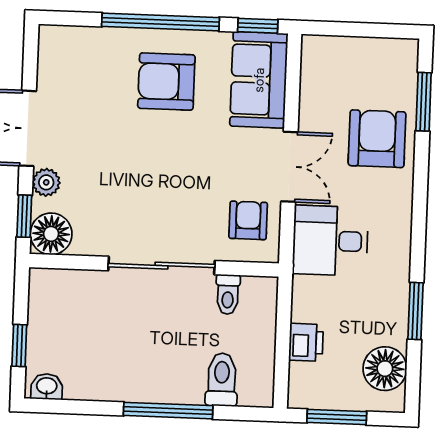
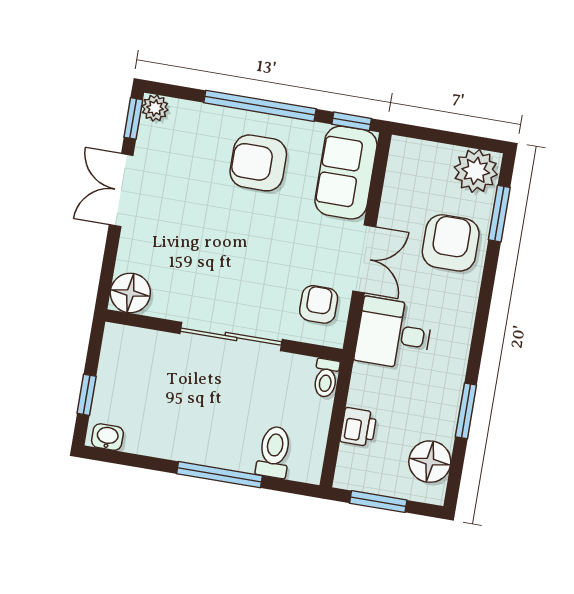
plant: (393, 61) -> (476, 171), added
plant: (46, 182) -> (155, 108), moved
window: (24, 216) -> (133, 118), moved
toilet: (228, 294) -> (326, 378), moved

